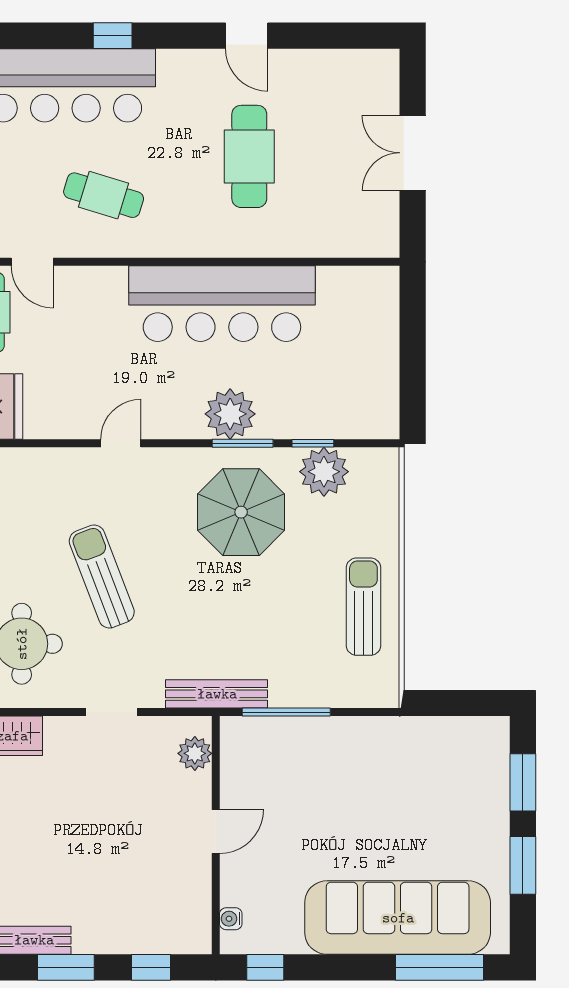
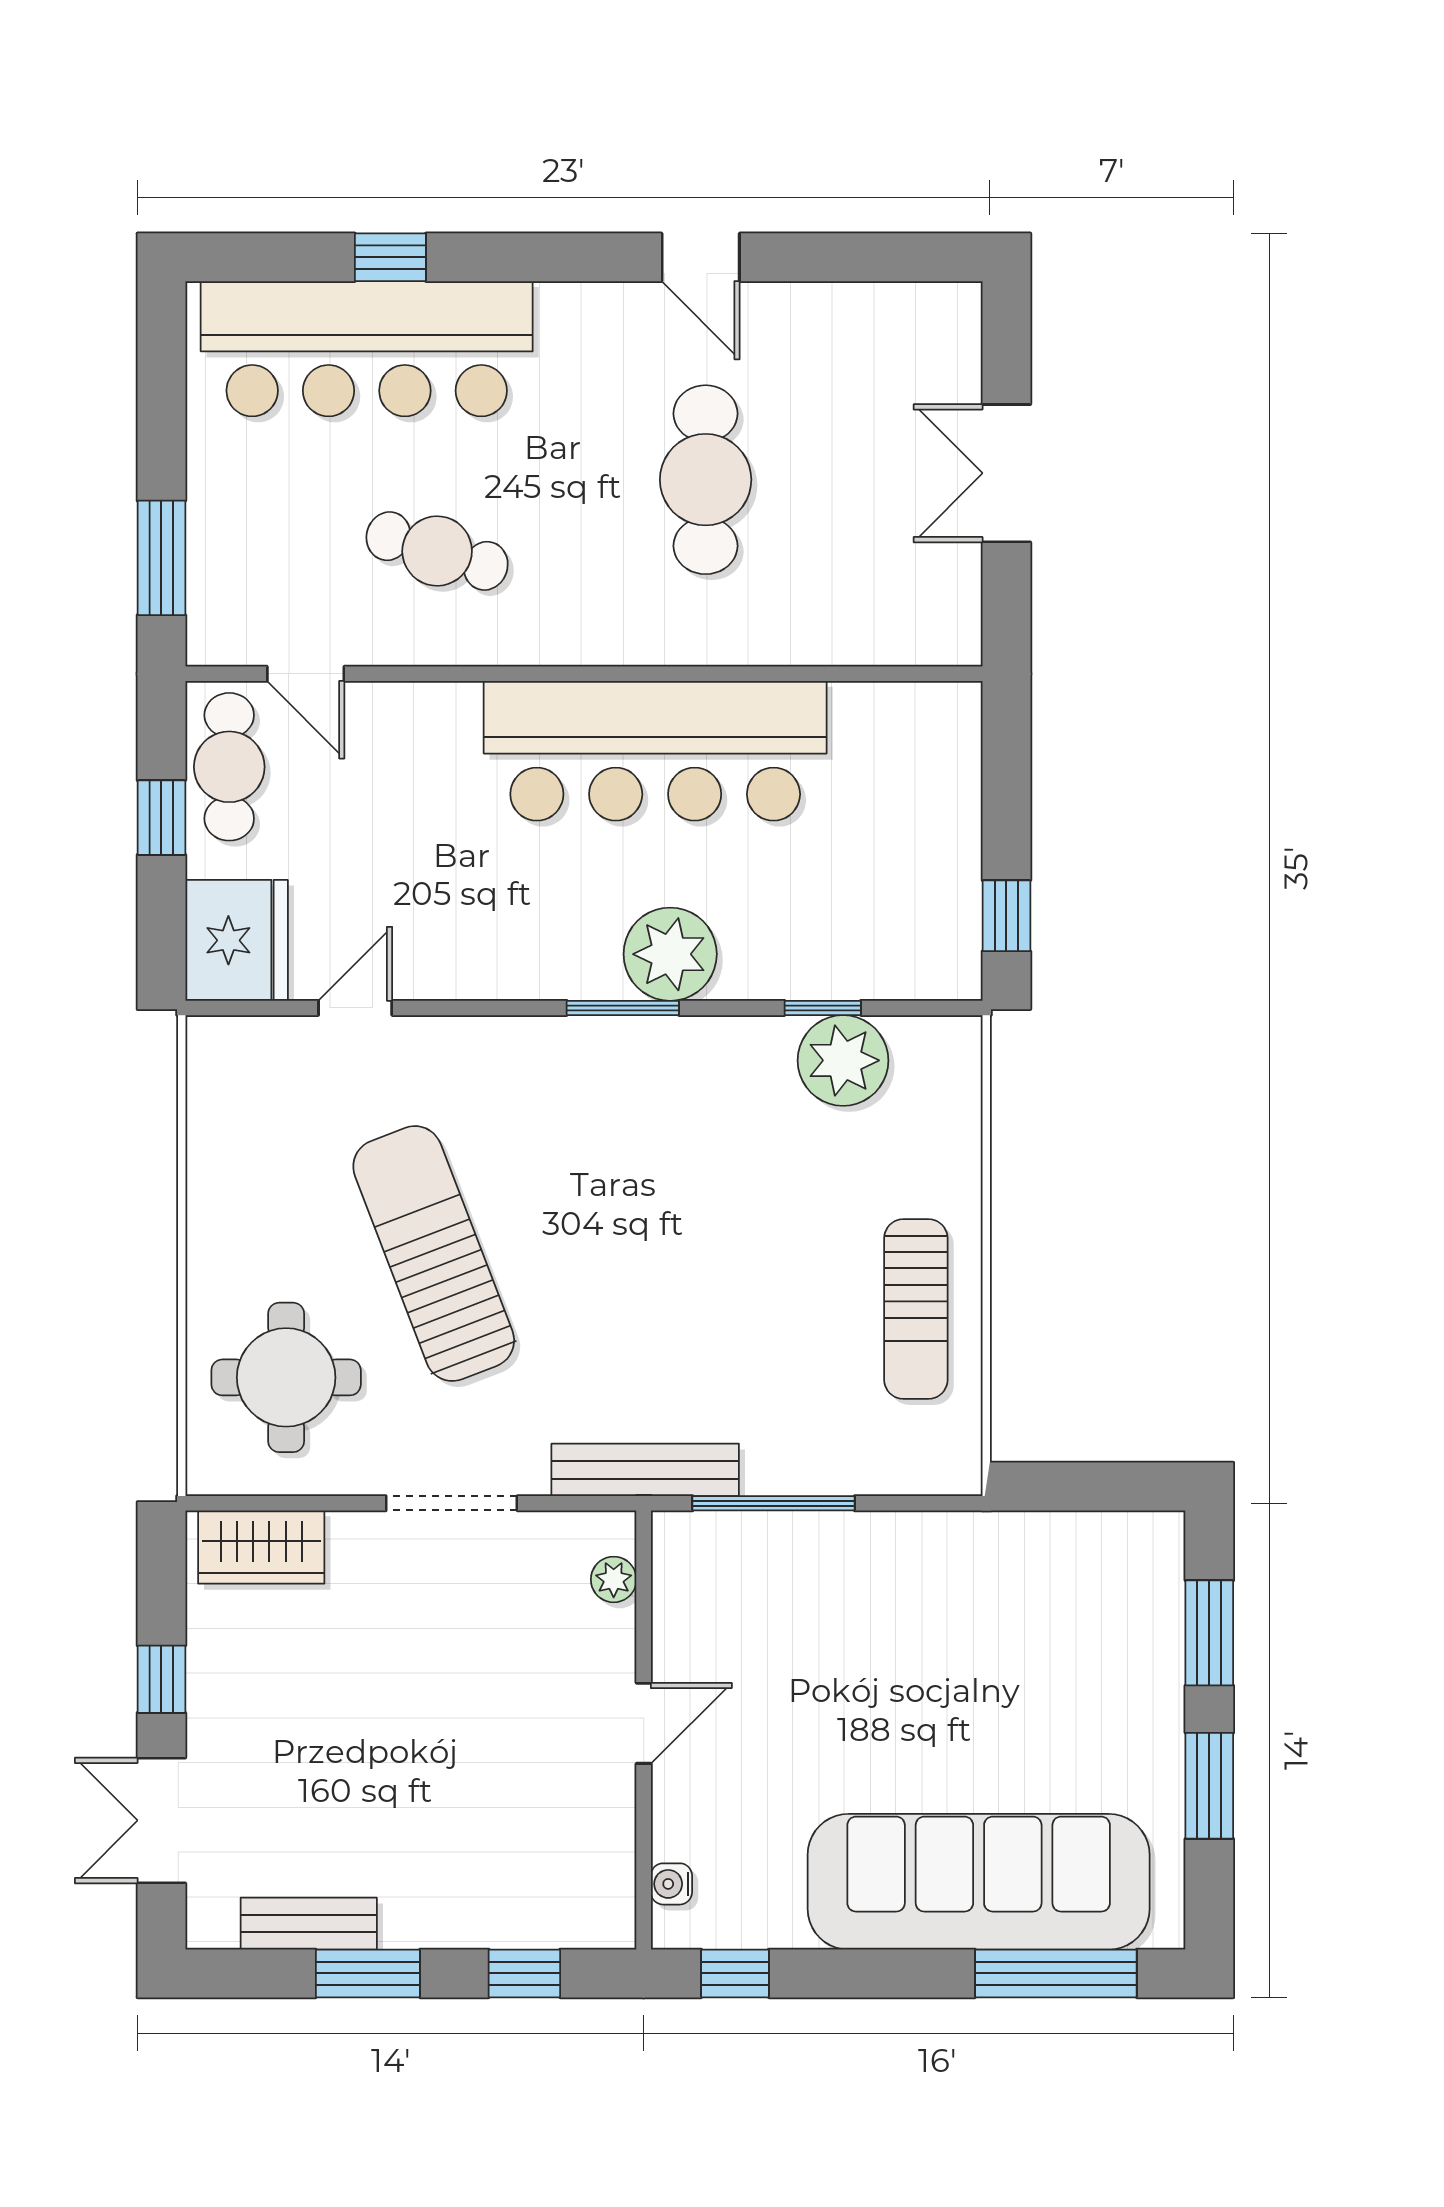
window: (113, 36) -> (390, 257), moved
window: (413, 393) -> (1006, 916), added
door: (121, 443) -> (355, 1008), moved
window: (243, 443) -> (623, 1008), moved
parasol: (241, 512) -> (690, 1135), removed
sun lounger: (102, 577) -> (434, 1254), width x1.36, depth x1.34
sun lounger: (363, 607) -> (916, 1309), turned 180
doorway: (111, 712) -> (452, 1503), width x1.38
plant: (195, 753) -> (614, 1579), width x0.73, depth x0.73

